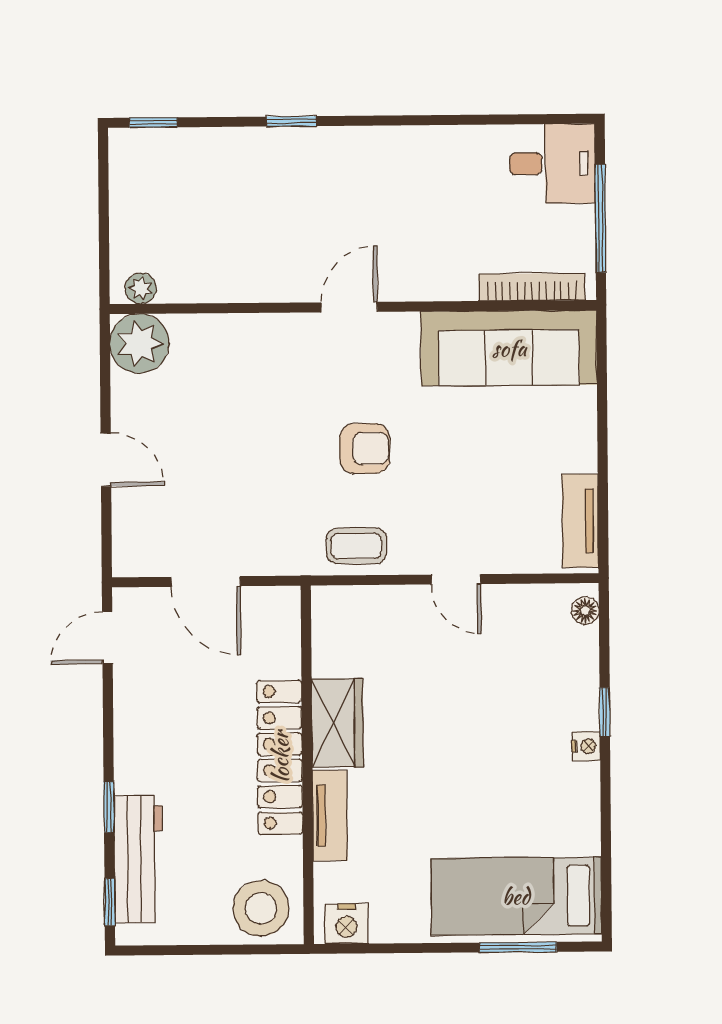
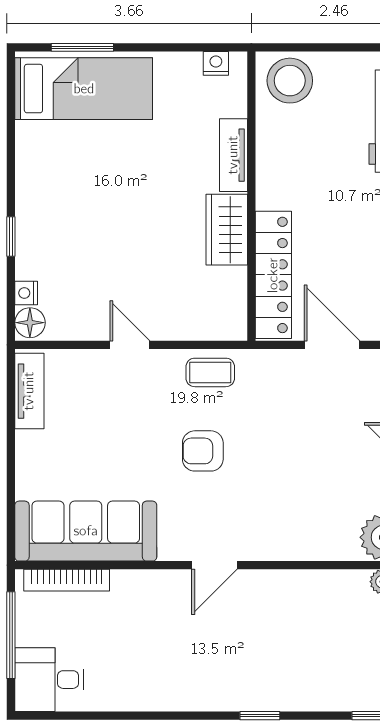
floor lamp: (585, 611) -> (30, 323), width x1.37, depth x1.37
nightstand: (586, 746) -> (26, 293), moved
locker: (280, 757) -> (273, 275), moved
nightstand: (347, 924) -> (216, 63), width x0.72, depth x0.74

